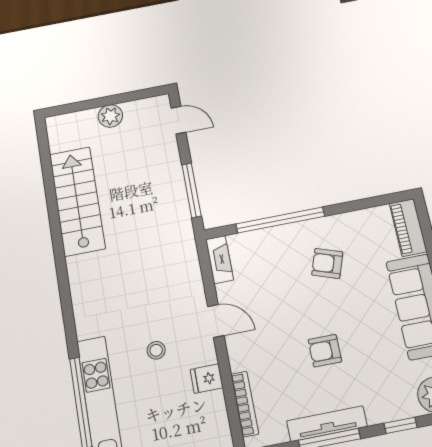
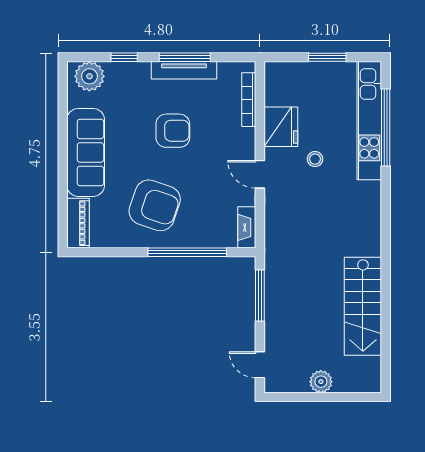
armchair: (327, 263) -> (155, 205), width x1.88, depth x1.88
armchair: (325, 351) -> (173, 131), width x1.38, depth x1.38
fridge: (207, 379) -> (281, 127), width x1.88, depth x1.34

